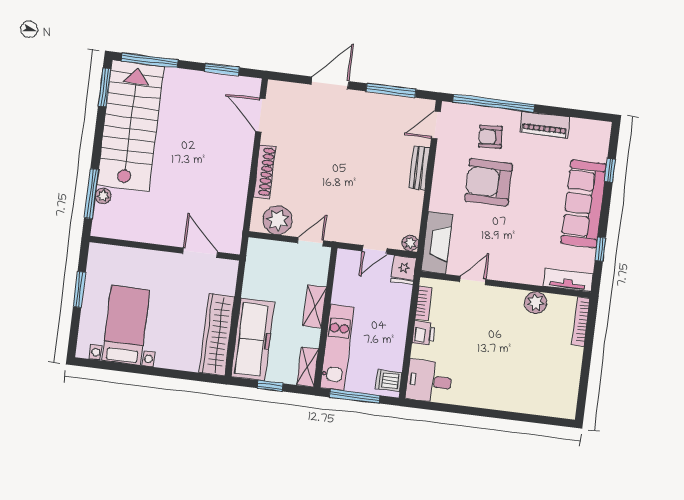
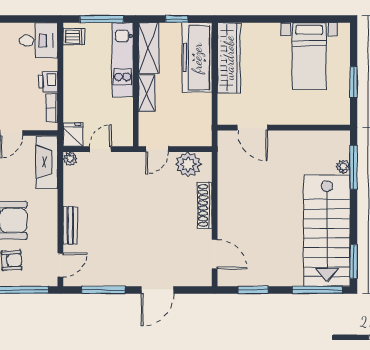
shelving: (308, 367) -> (149, 48), width x1.50, depth x1.33

